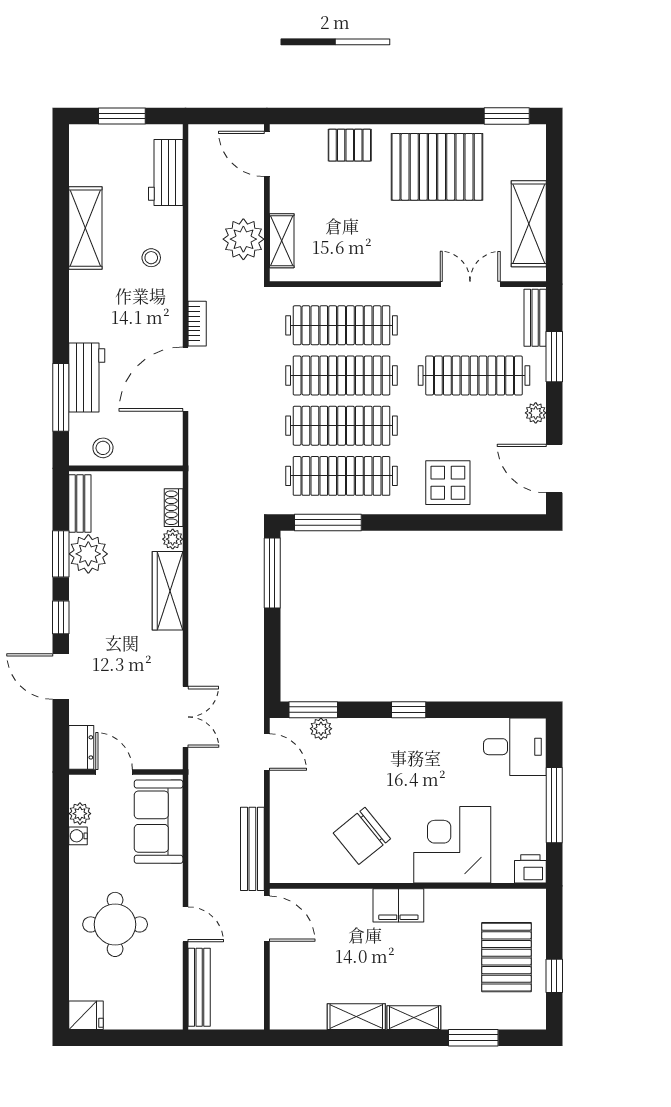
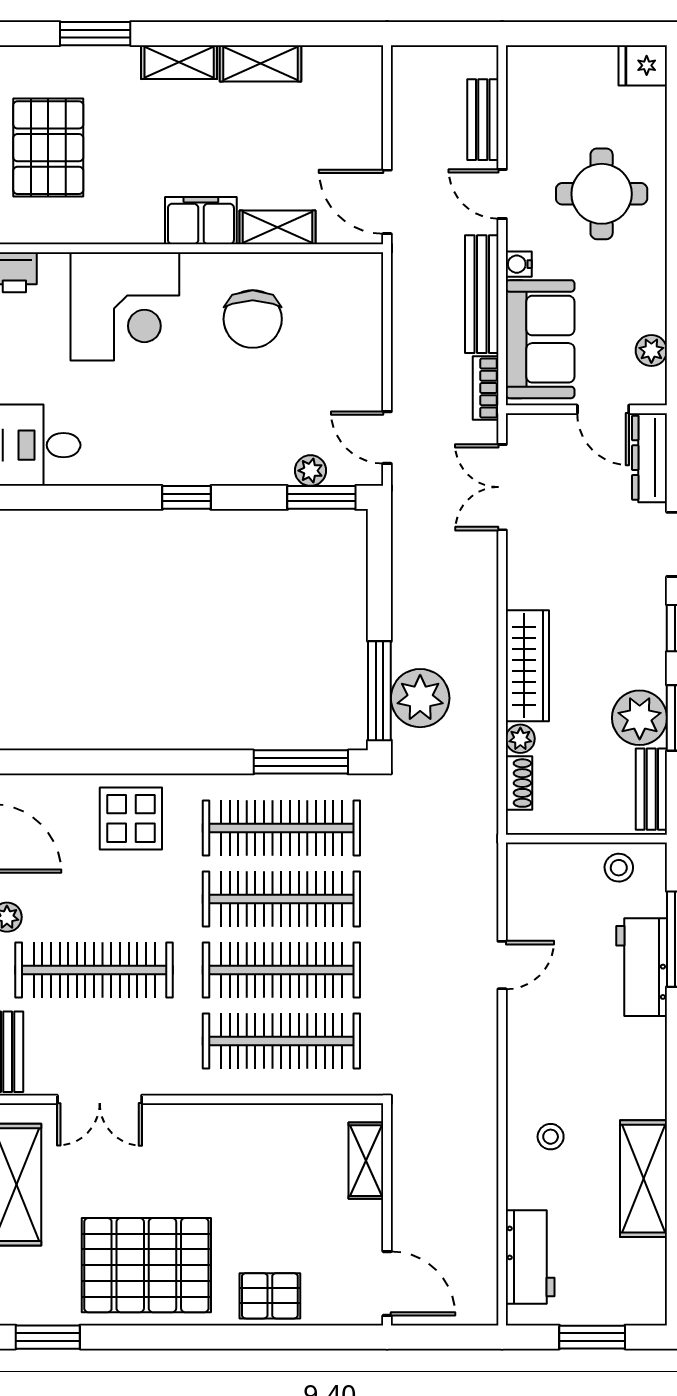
plant: (243, 239) -> (420, 698), moved
bookcase: (197, 324) -> (486, 388), moved
door: (185, 379) -> (502, 965), width x0.53
dresser: (81, 747) -> (649, 458), width x1.44
water cooler: (78, 836) -> (519, 264), moved, turned 180
chair: (362, 836) -> (253, 319), turned 129
bench: (252, 849) -> (482, 294), moved
shelving: (344, 901) -> (278, 227), added
bench: (199, 987) -> (483, 120), width x0.73

